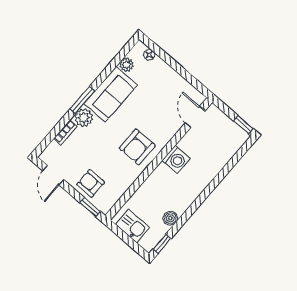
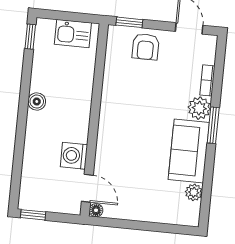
floor lamp: (149, 55) -> (96, 210), moved
armchair: (137, 147) -> (124, 117), removed
washing machine: (176, 159) -> (74, 156), moved
armchair: (91, 183) -> (146, 47), turned 90
boiler: (170, 218) -> (37, 102), moved

